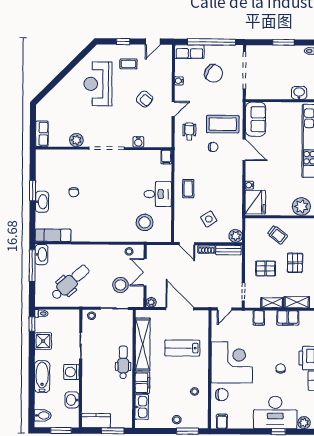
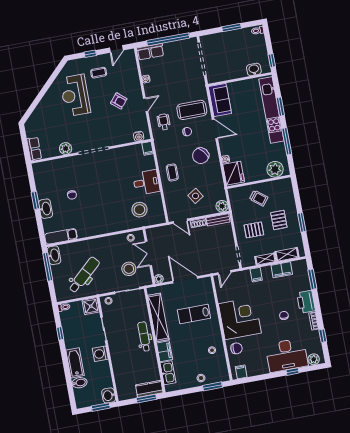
chair: (214, 73) -> (201, 156), moved, turned 109
water cooler: (138, 142) -> (139, 136), moved
window: (32, 324) -> (60, 333), moved
shower: (43, 341) -> (91, 306), moved
washbasin: (72, 400) -> (109, 395), moved
bidet: (43, 415) -> (80, 383), moved
kitchen counter: (96, 421) -> (149, 389), moved

